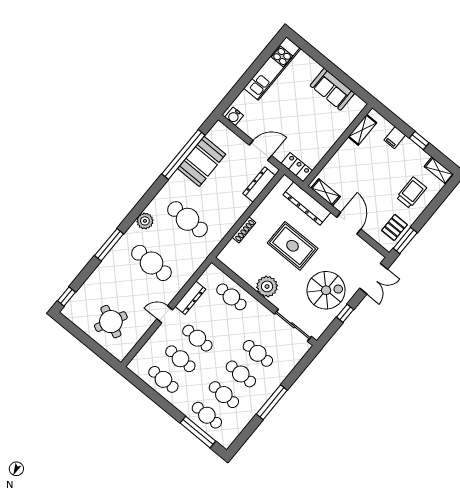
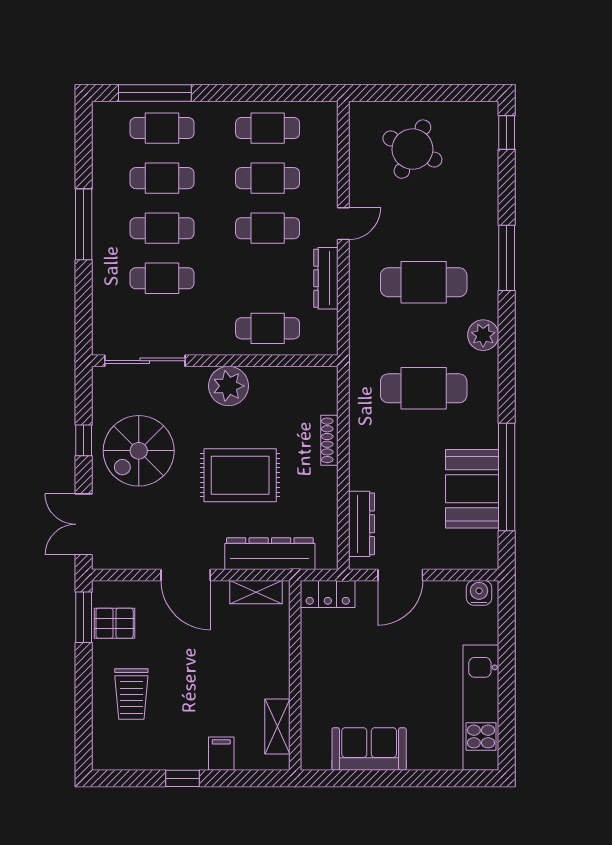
shelving: (439, 171) -> (118, 759), removed
pallet: (394, 227) -> (115, 623), turned 90

